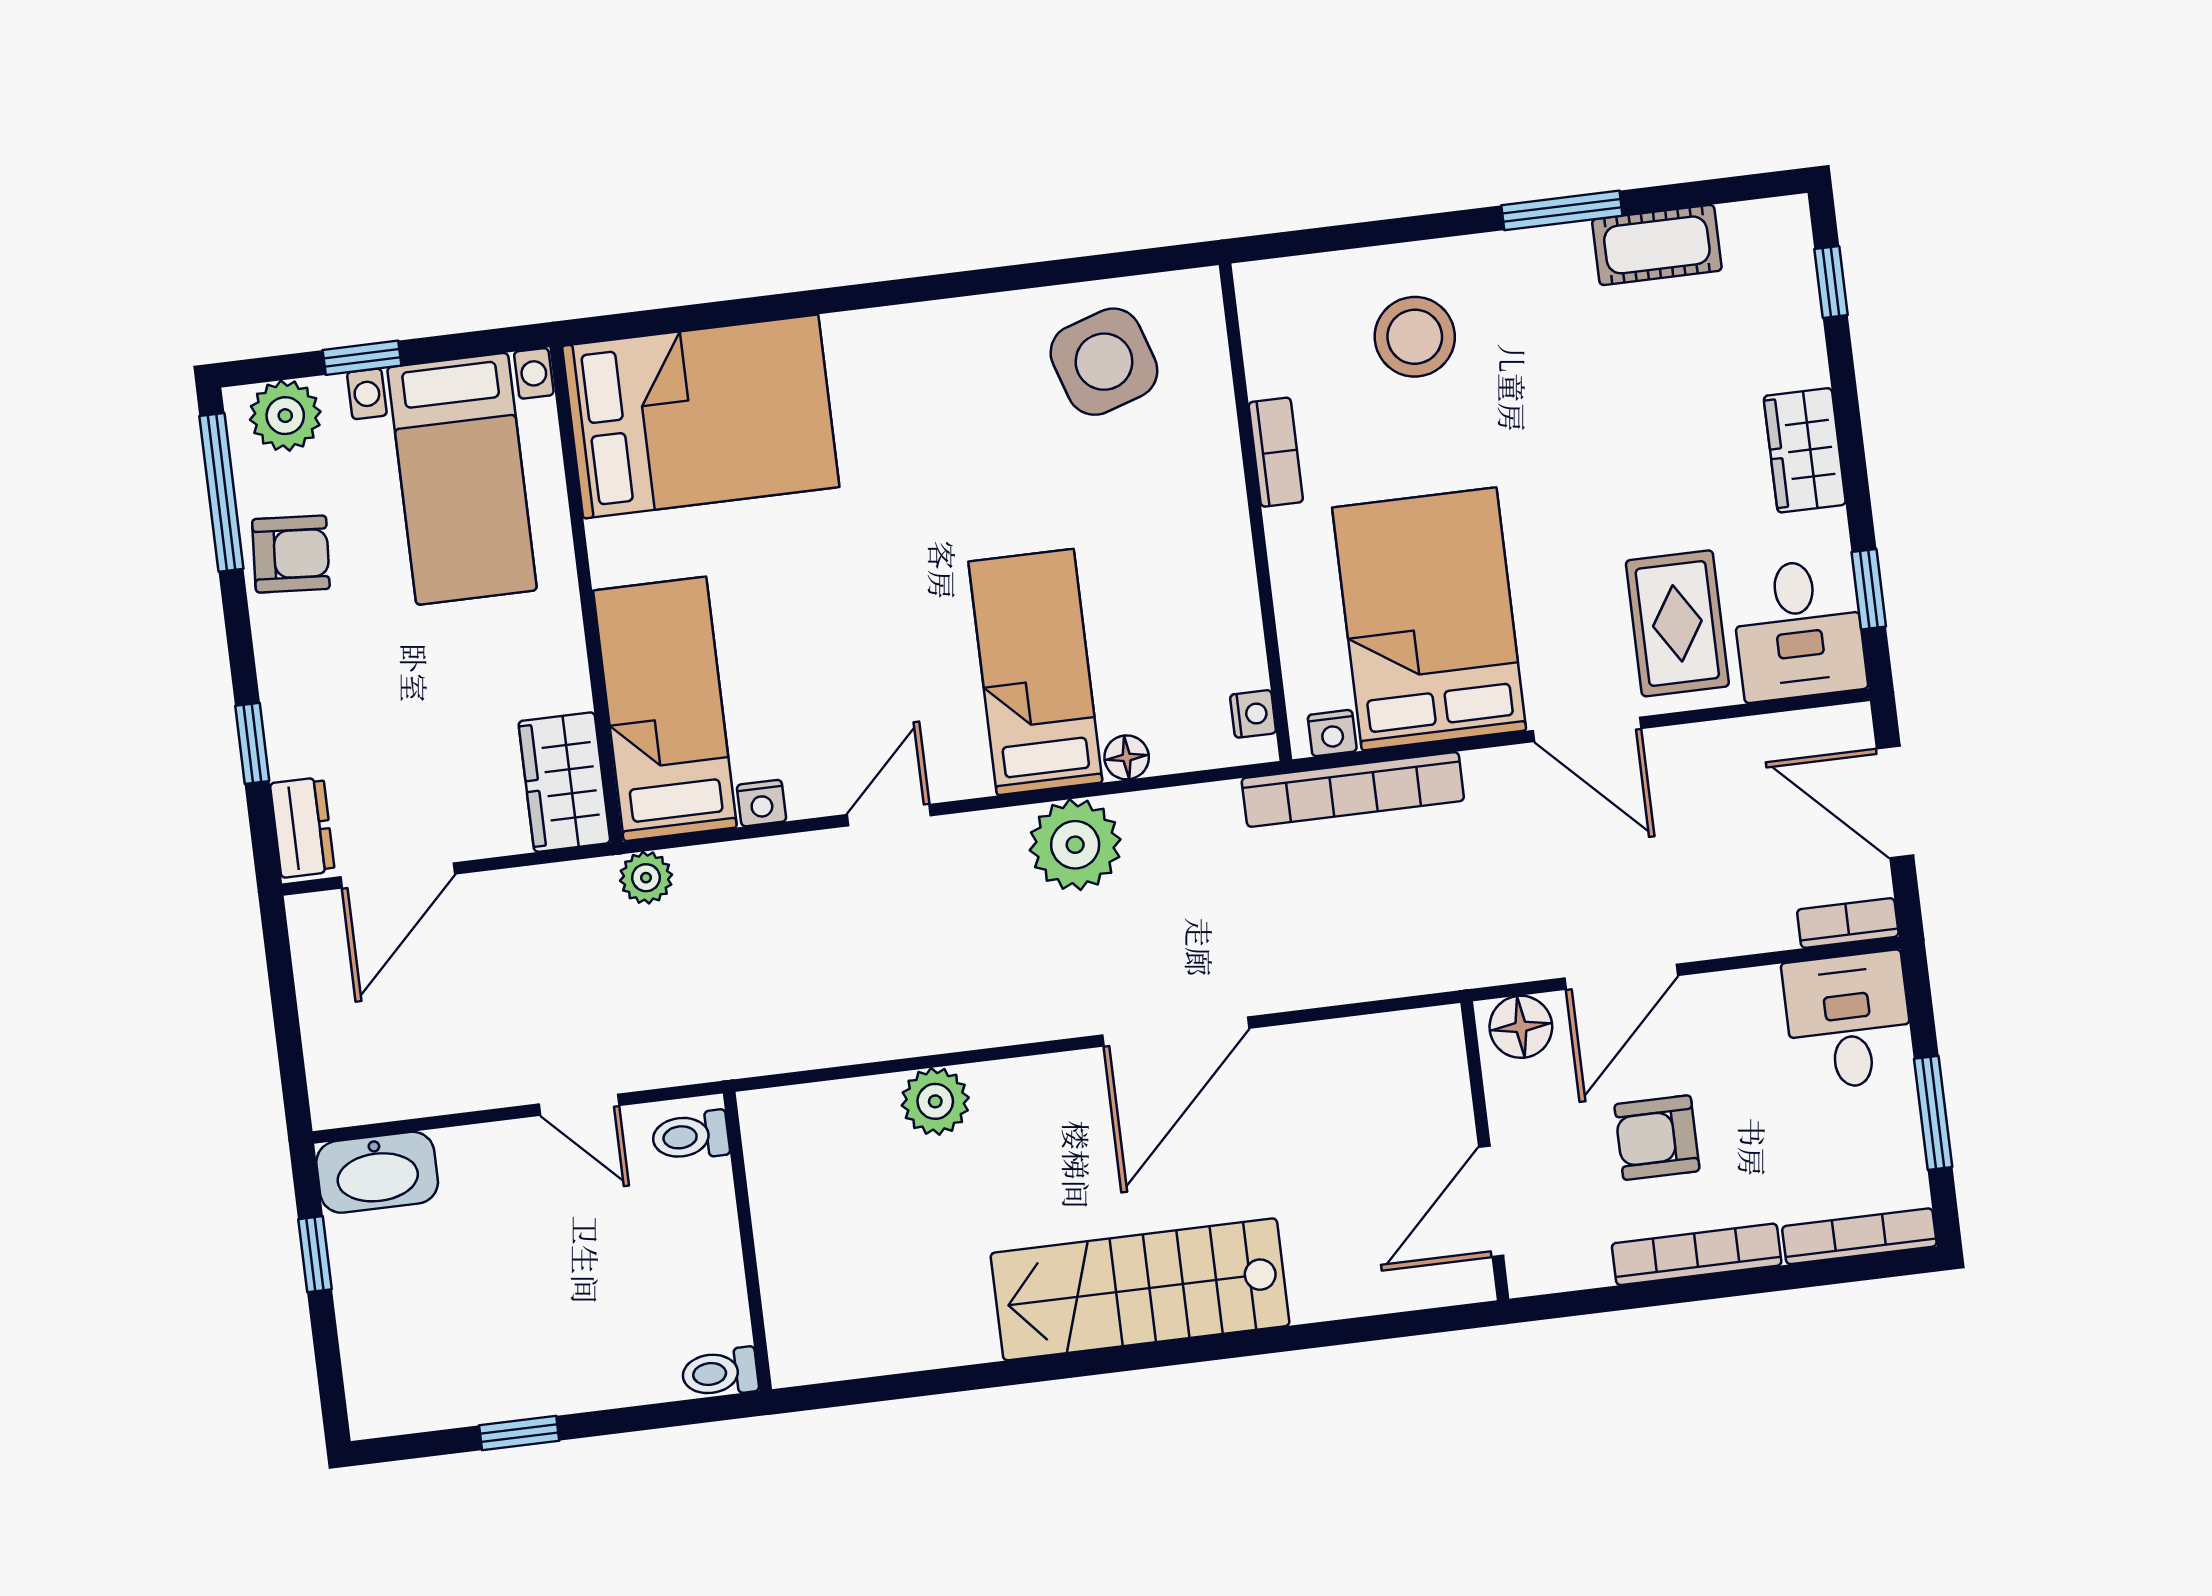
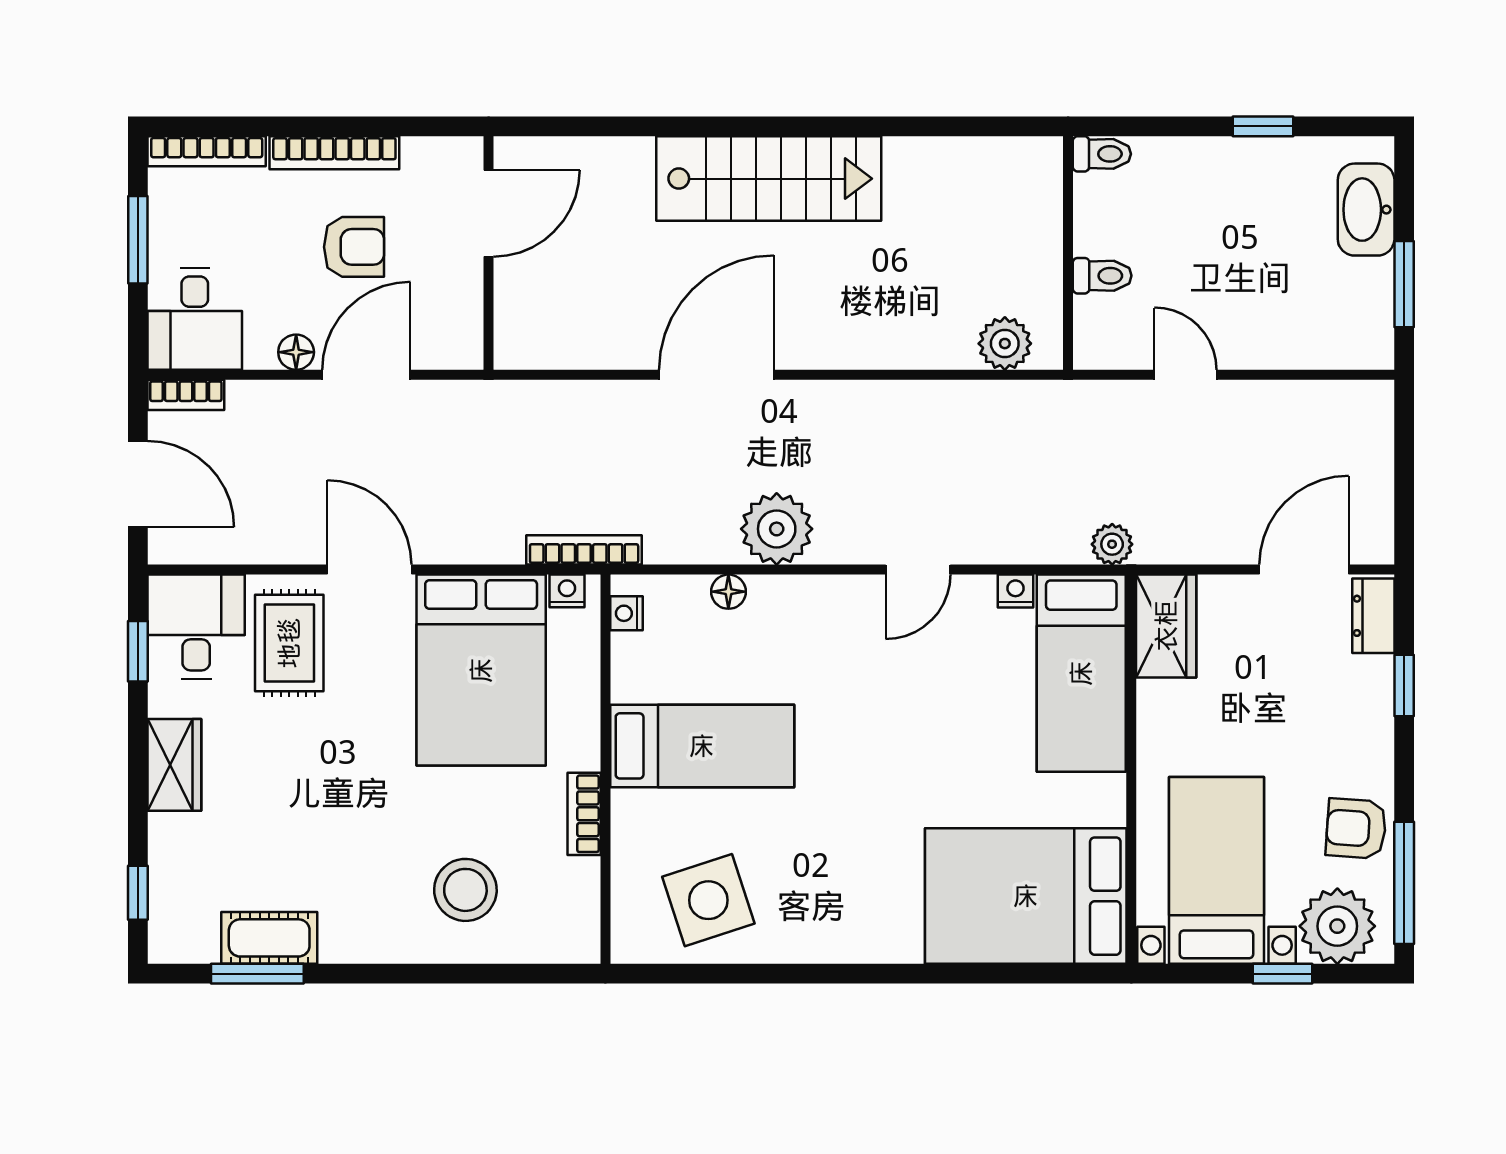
window: (1562, 210) -> (257, 974), moved
plant: (285, 416) -> (1337, 926), width x1.36, depth x1.36
bed: (1035, 672) -> (702, 746), moved, turned -90
bookcase: (1353, 789) -> (584, 550), width x0.68, depth x0.76
floor lamp: (1521, 1027) -> (296, 352), moved, width x0.73, depth x0.73
plant: (935, 1101) -> (1005, 344), moved
toilet: (690, 1136) -> (1102, 276), moved
washbasin: (377, 1172) -> (1366, 210), moved, turned -90
window: (315, 1254) -> (1404, 284), width x1.50

